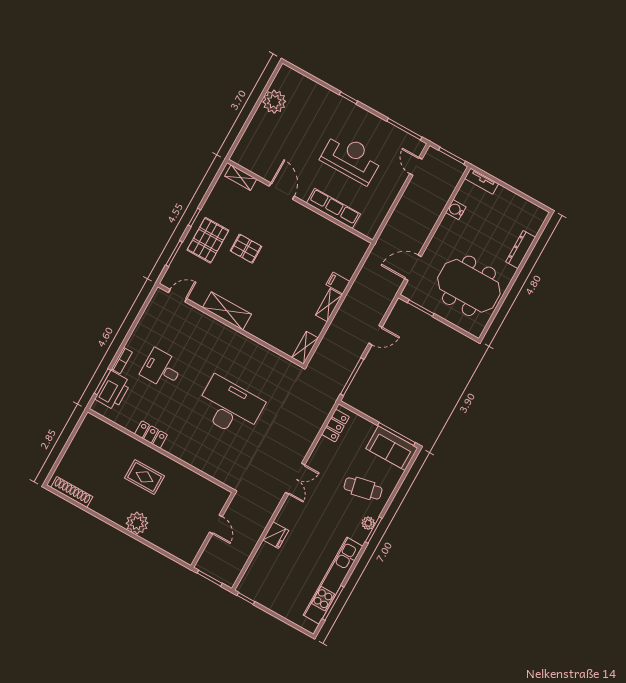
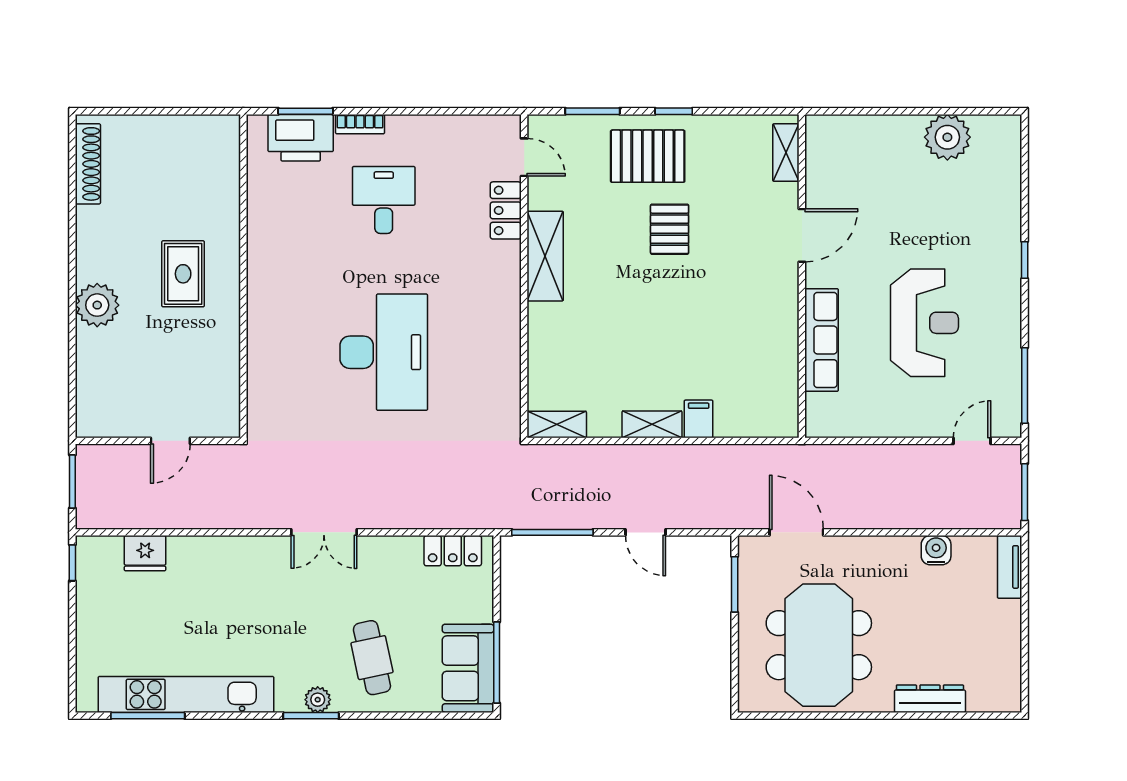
locker: (151, 435) -> (506, 210), moved, turned 180
fridge: (276, 535) -> (145, 553), moved

